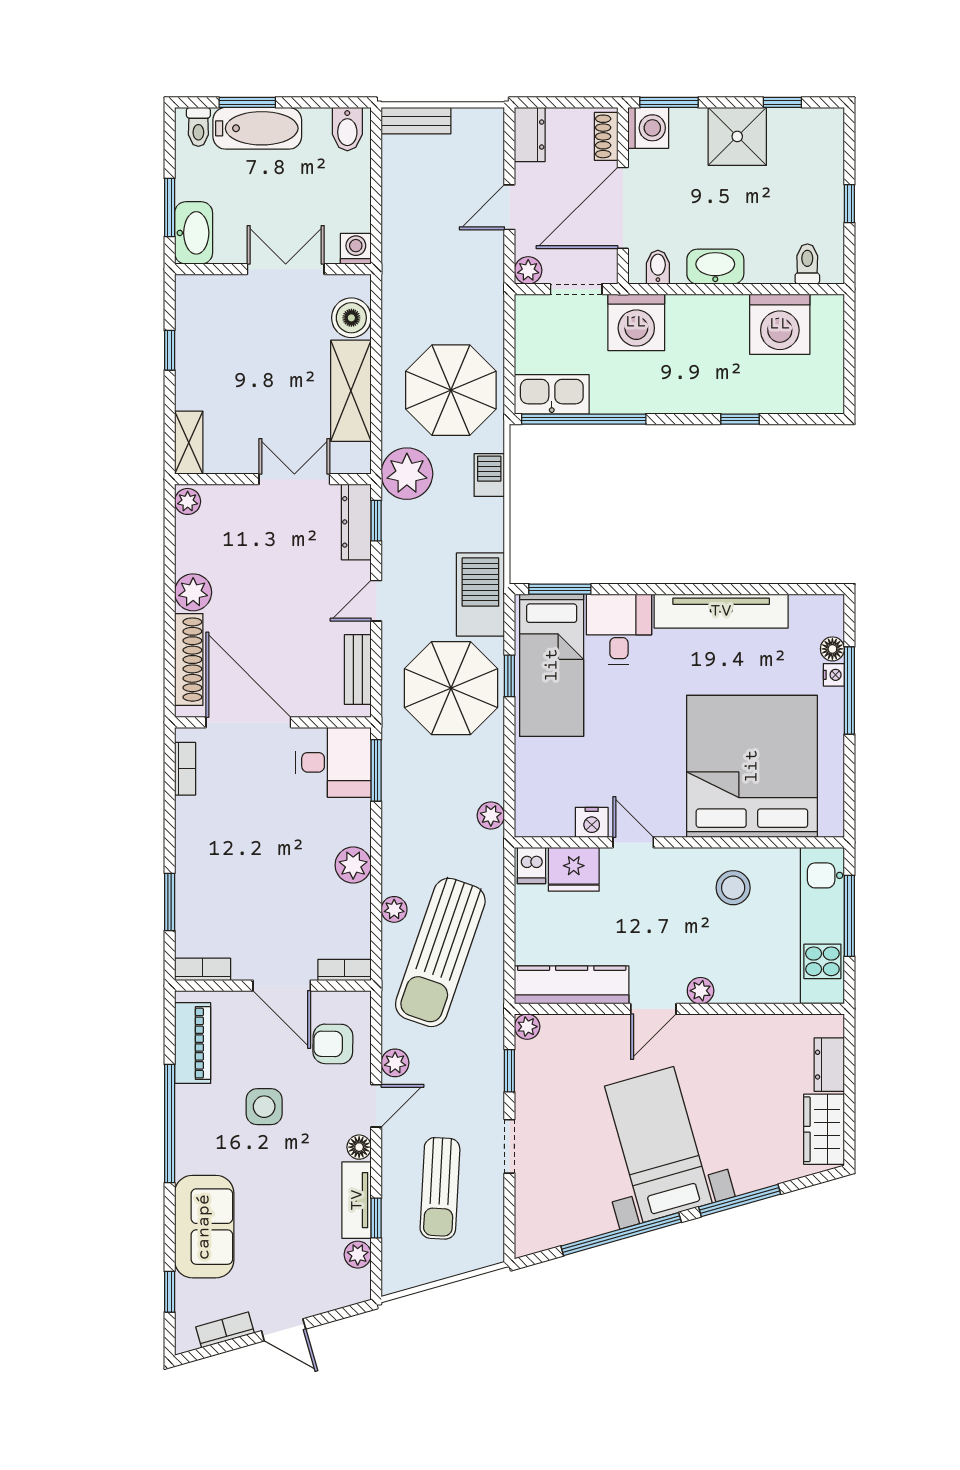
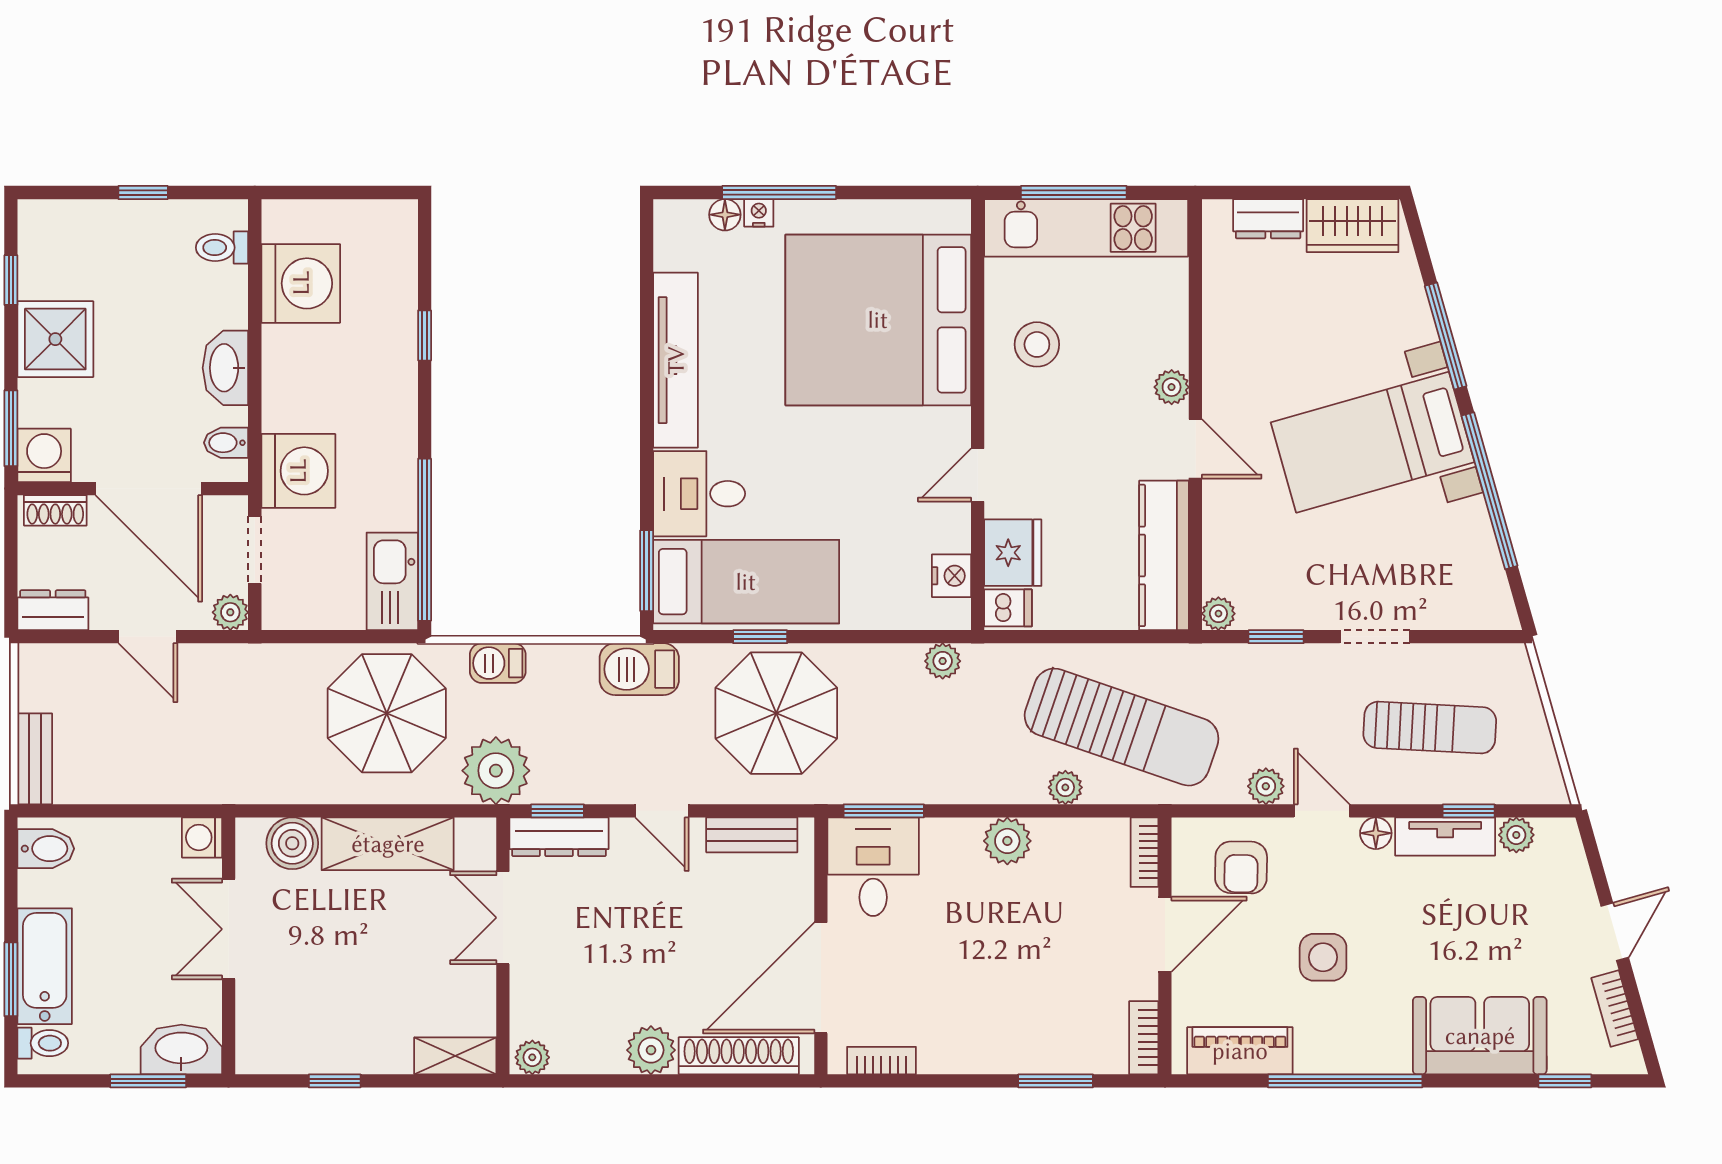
barbecue: (480, 595) -> (639, 669), width x0.73, depth x0.83
nightstand: (592, 822) -> (951, 576), moved

